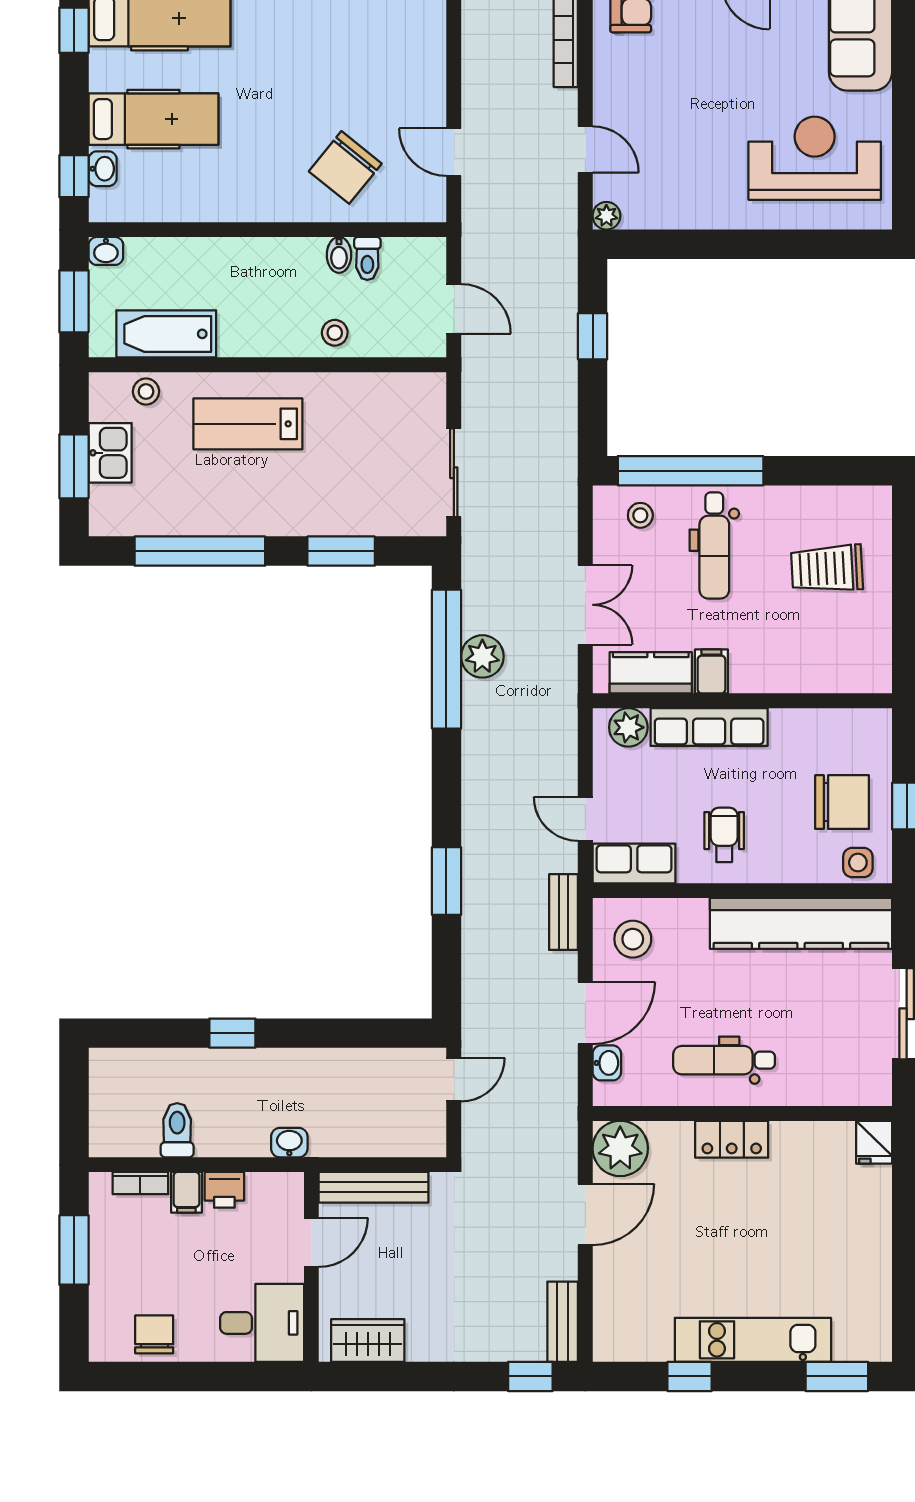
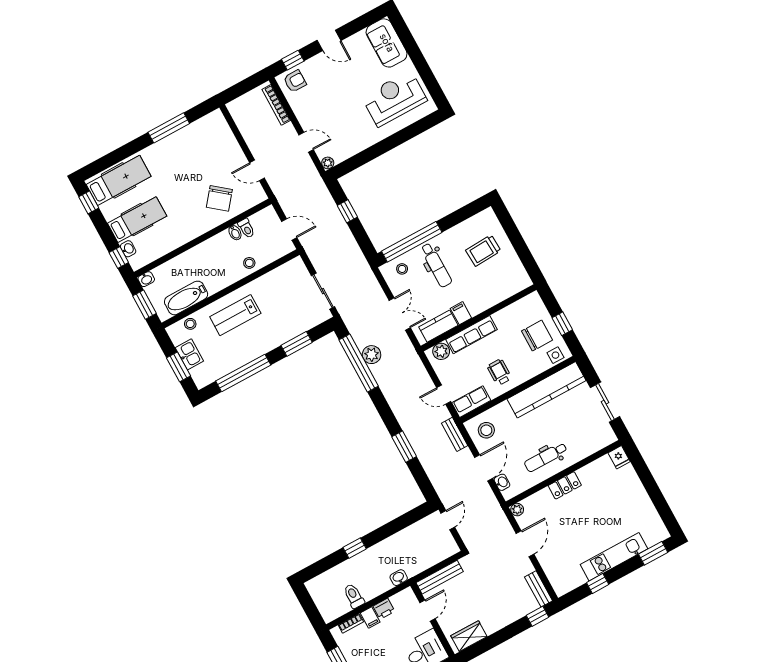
plant: (620, 1148) -> (517, 510), width x0.53, depth x0.53

